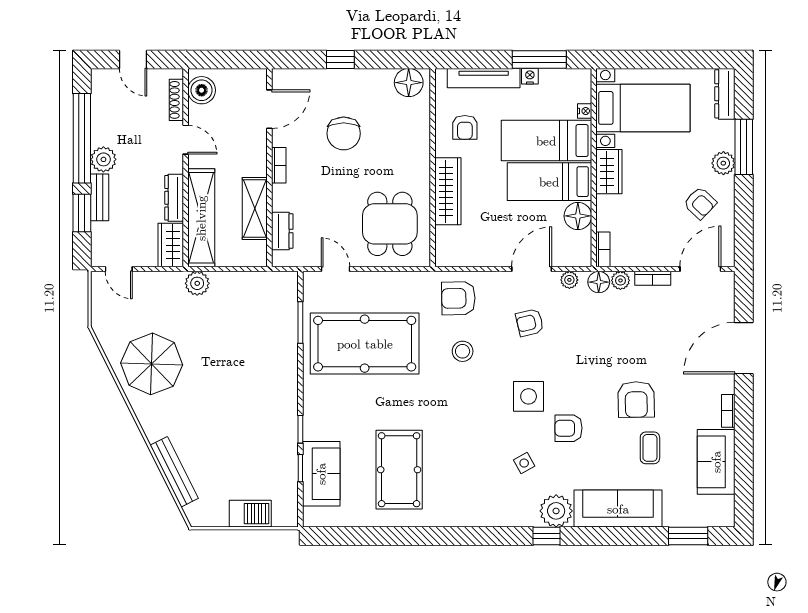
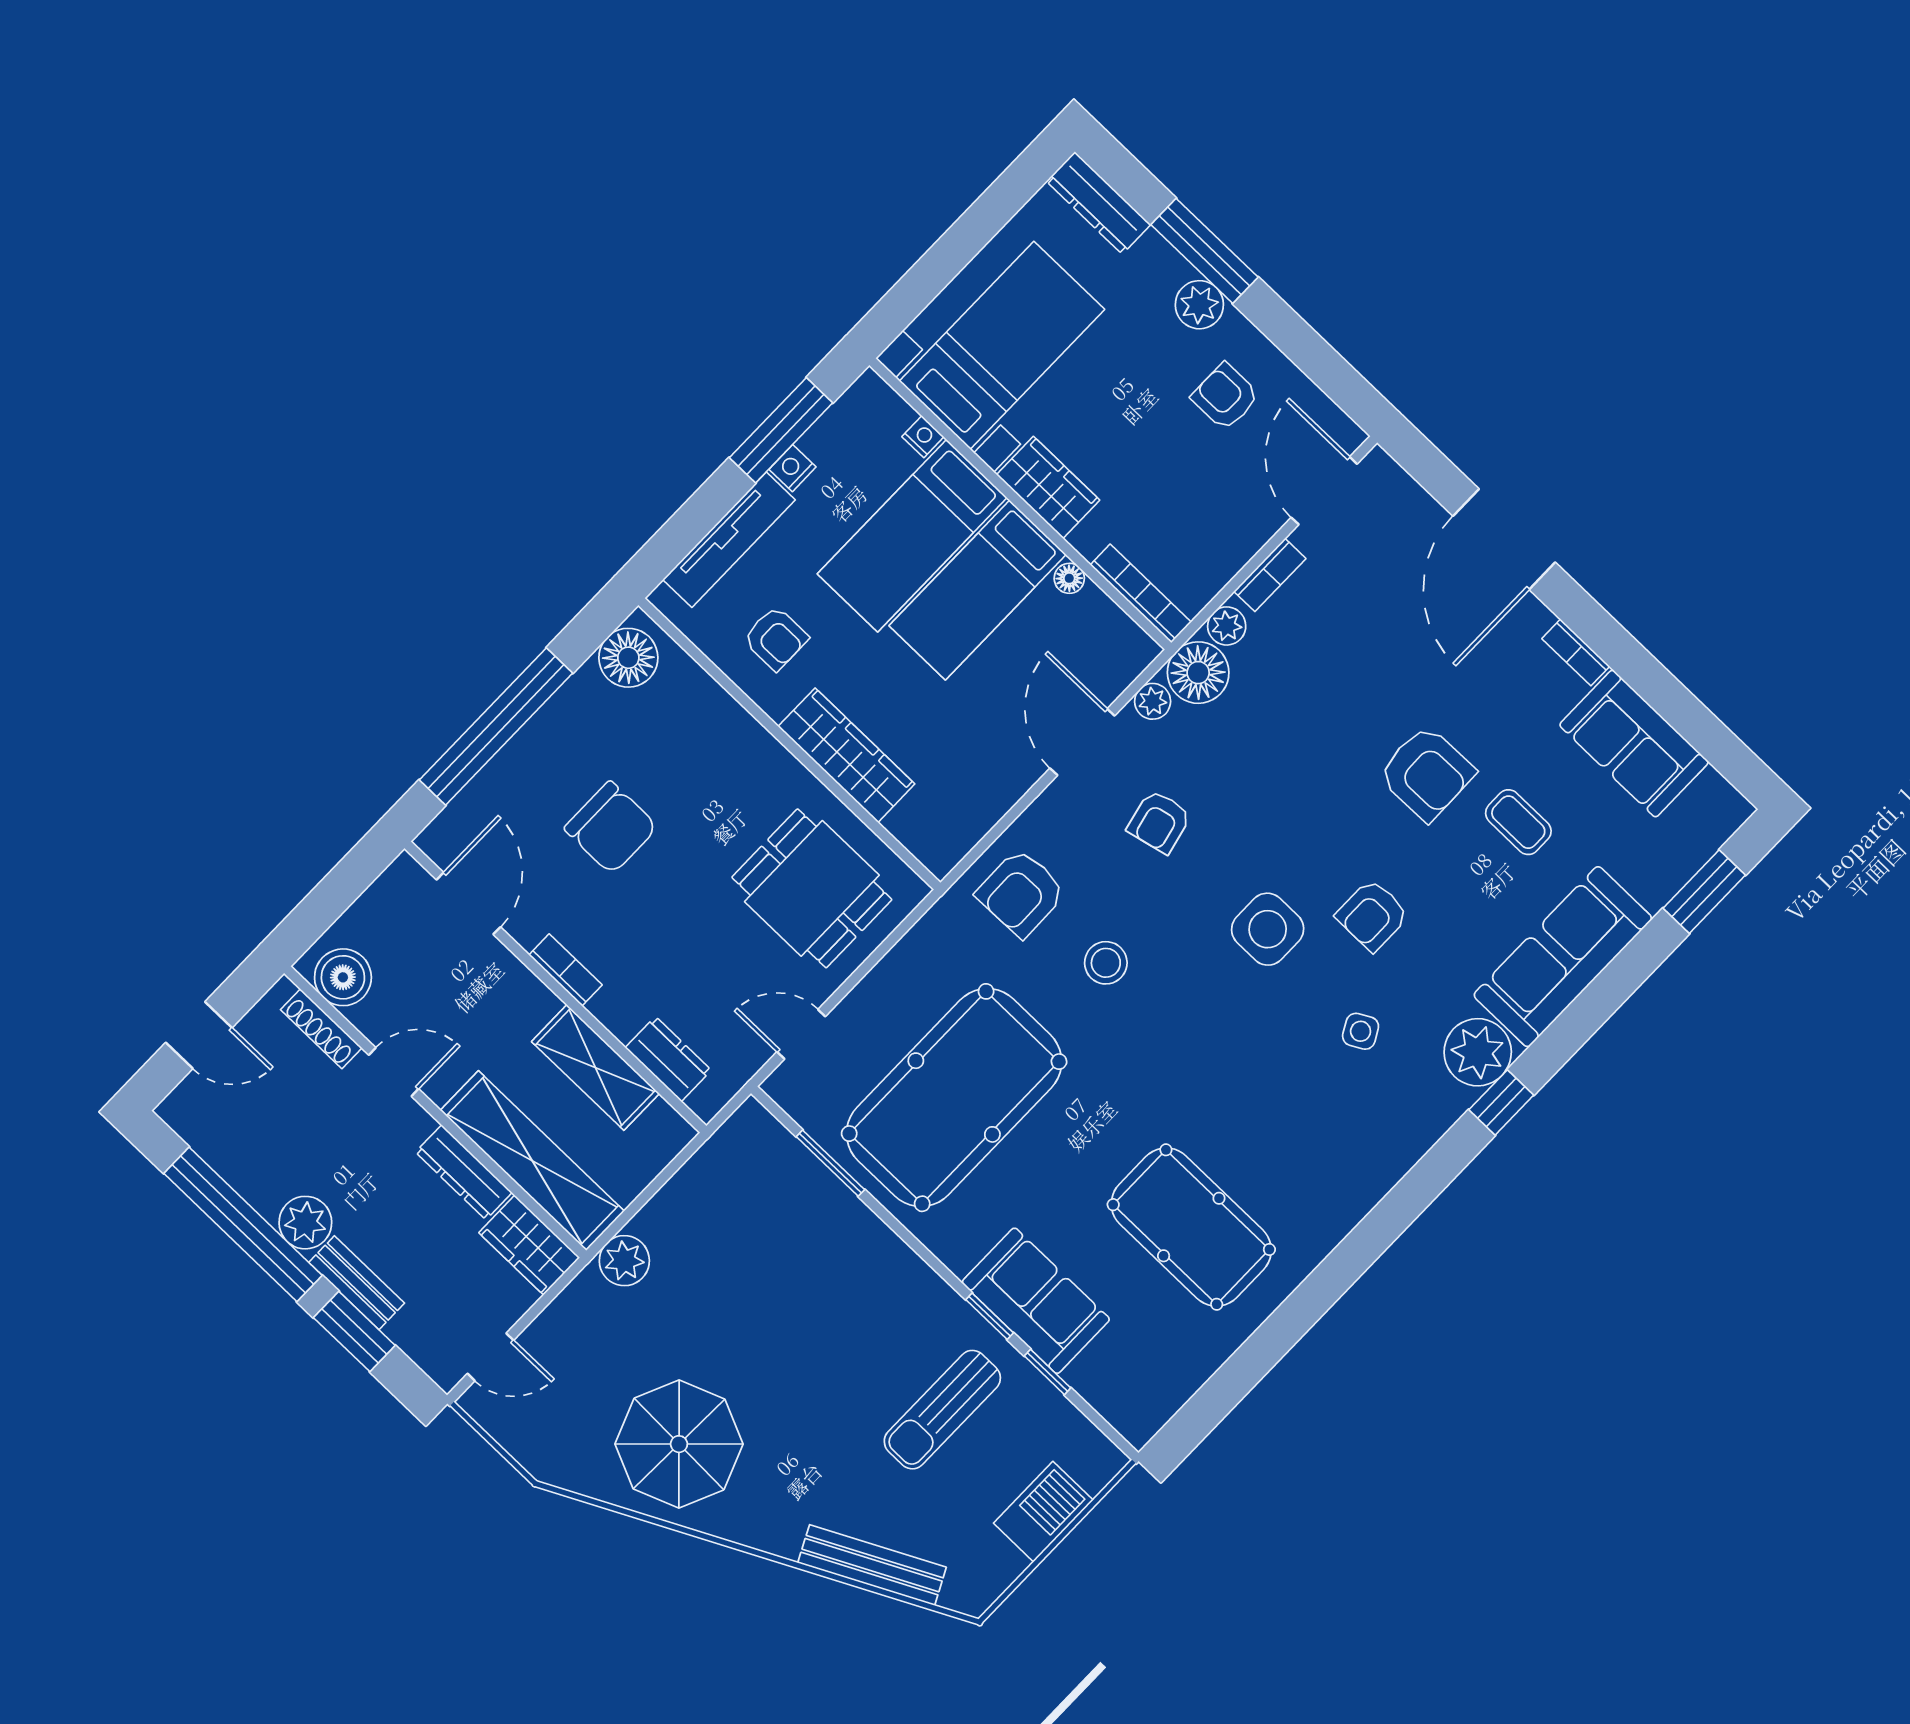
window: (340, 59) -> (496, 727), width x3.17
armchair: (700, 203) -> (1225, 397), turned -134
floor lamp: (578, 216) -> (1069, 578), width x0.53, depth x0.53
bookcase: (603, 249) -> (1141, 593), width x1.56
floor lamp: (599, 282) -> (1198, 673), width x1.38, depth x1.38
sun lounger: (252, 444) -> (942, 1410), added
sofa: (321, 474) -> (1036, 1301), moved

